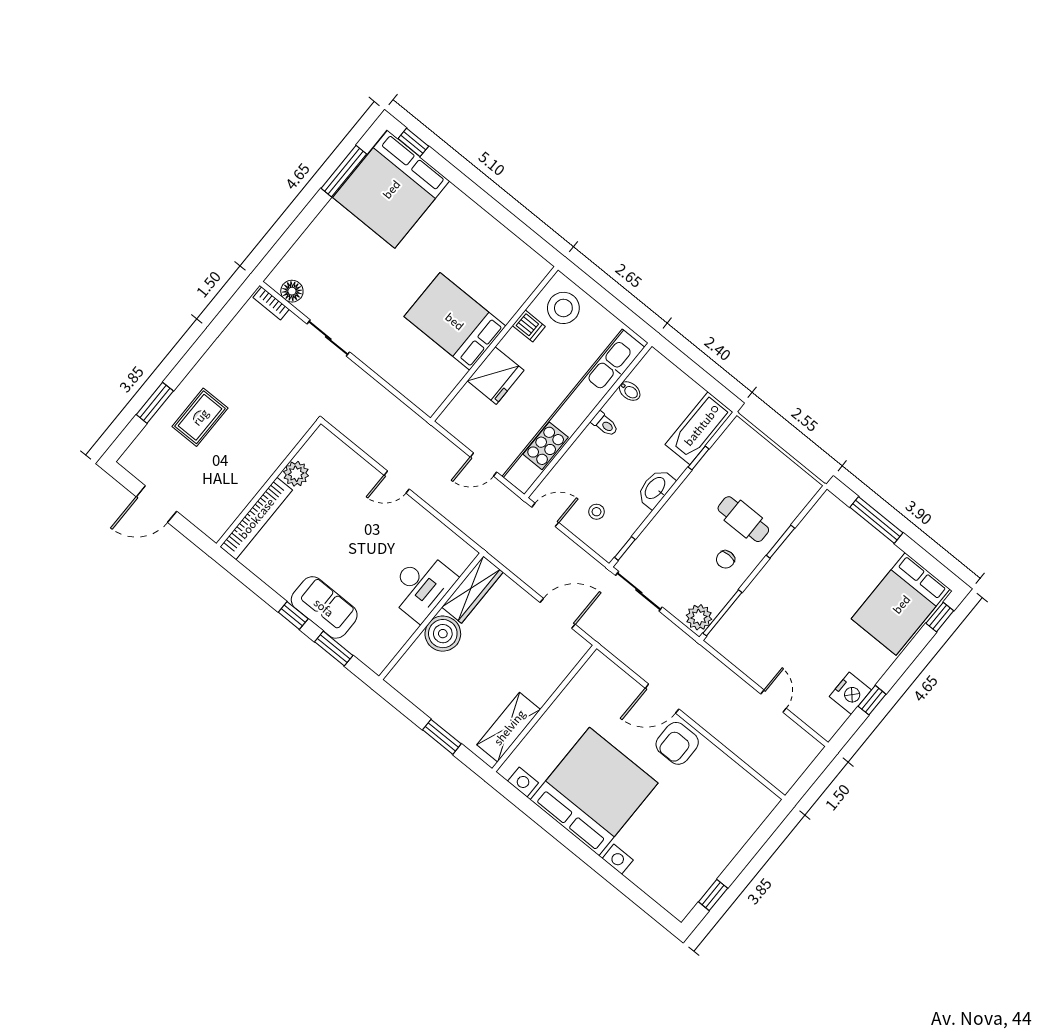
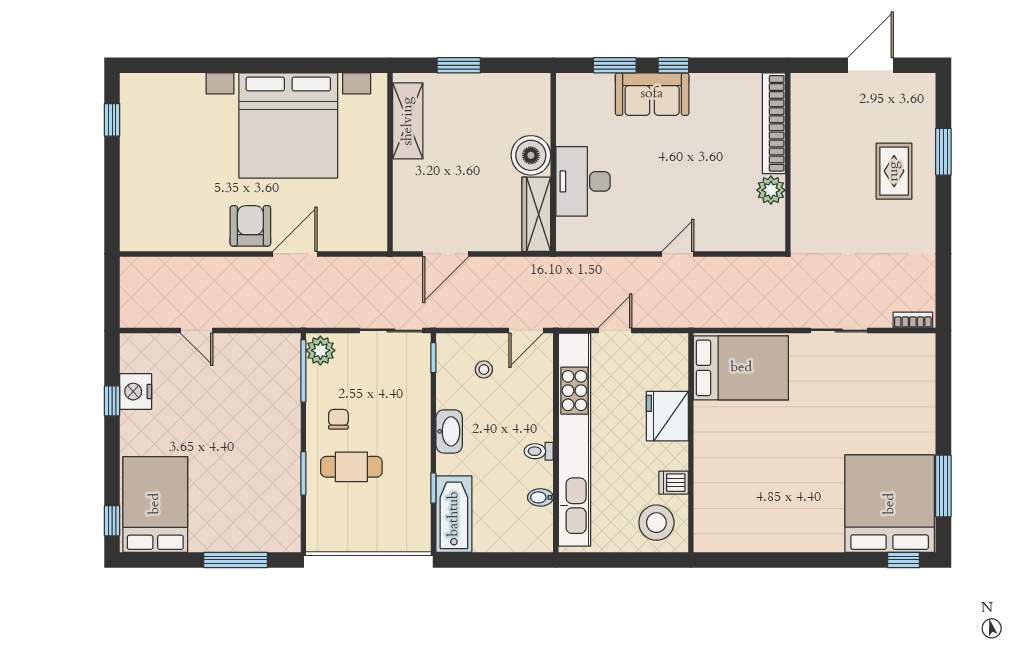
floor lamp: (292, 291) -> (903, 345), removed
bed: (455, 321) -> (741, 368), moved

